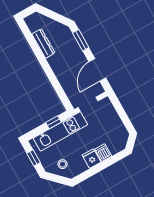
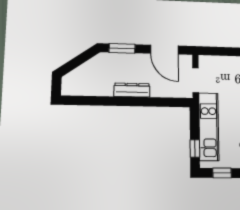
dresser: (43, 43) -> (132, 90), moved
window: (53, 122) -> (195, 148), moved

